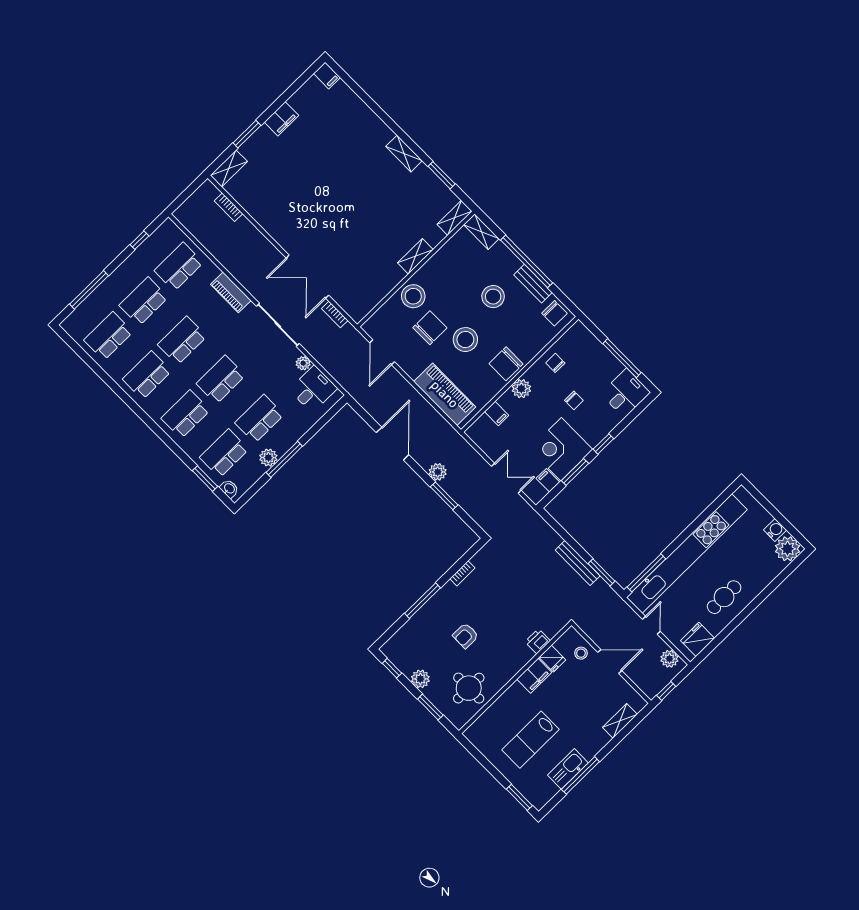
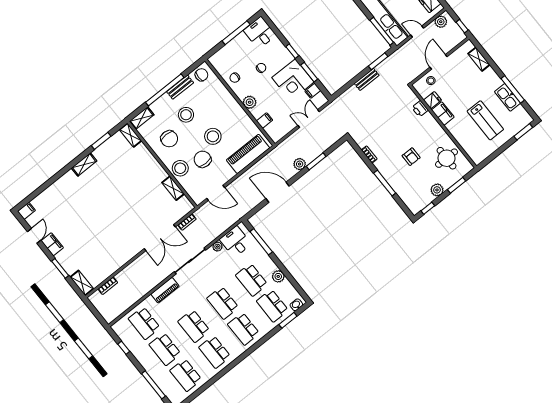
door: (291, 91) -> (34, 236), added
shelving: (415, 256) -> (173, 188), moved
chair: (506, 364) -> (169, 139), moved
window: (284, 459) -> (261, 242), moved
bench: (578, 563) -> (367, 79), width x0.73

